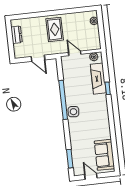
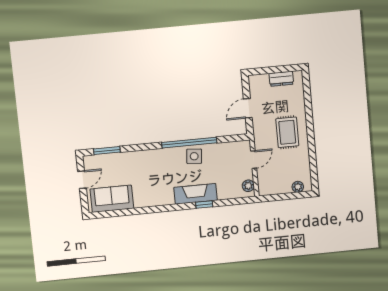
rug: (55, 29) -> (287, 132), turned 90
fireplace: (98, 79) -> (195, 194), moved
side table: (73, 112) -> (194, 156), moved

